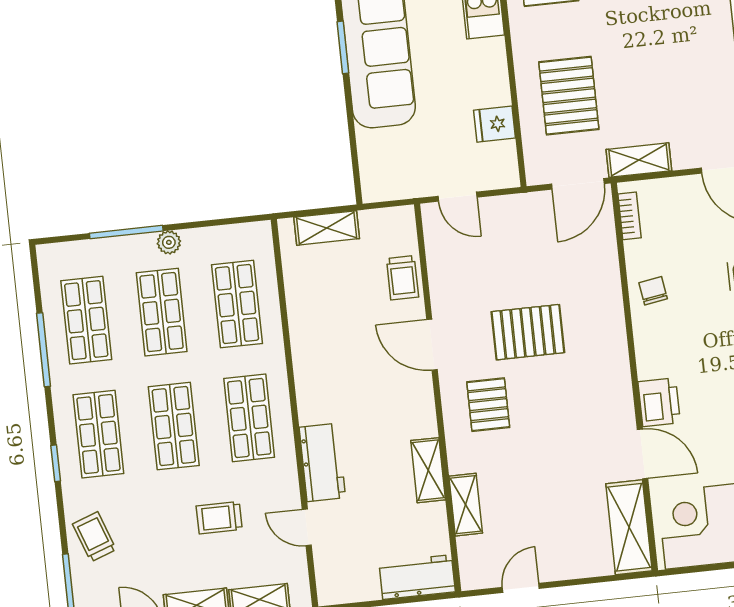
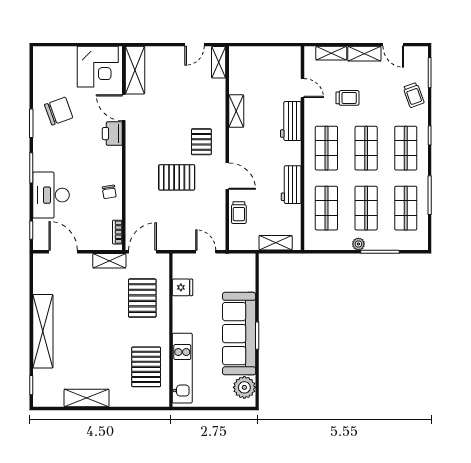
trolley: (403, 278) -> (239, 213), turned 180
shelving: (466, 505) -> (219, 62), moved
workbench: (417, 577) -> (291, 185), moved, turned 90

